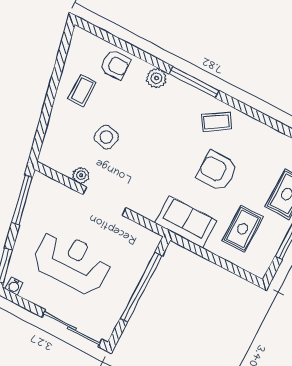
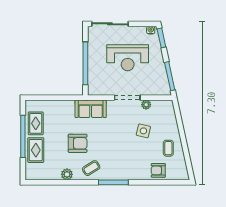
plant: (156, 78) -> (67, 174), moved
sofa: (186, 222) -> (91, 109), moved
rug: (243, 229) -> (36, 123), moved

